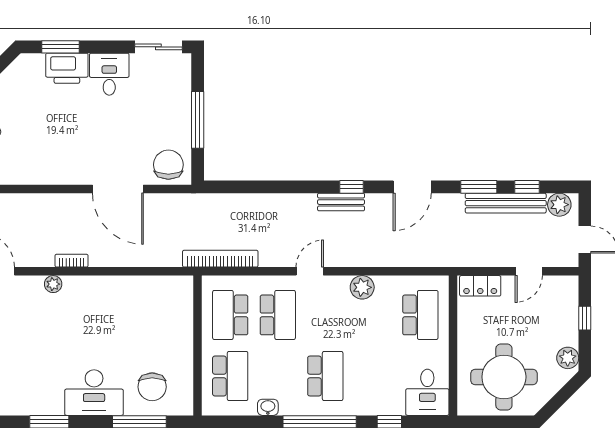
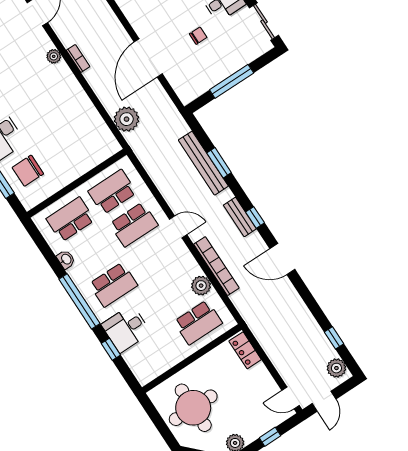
chair: (168, 165) -> (198, 36), moved, width x0.54, depth x0.54
window: (479, 187) -> (219, 163), moved
bench: (506, 203) -> (203, 163), moved
plant: (166, 252) -> (127, 119), added
bookcase: (220, 259) -> (216, 266), moved
door: (529, 271) -> (291, 398), moved
plant: (362, 287) -> (201, 286), moved
school desk: (230, 376) -> (70, 219), turned 180
desk: (427, 392) -> (126, 329), moved

